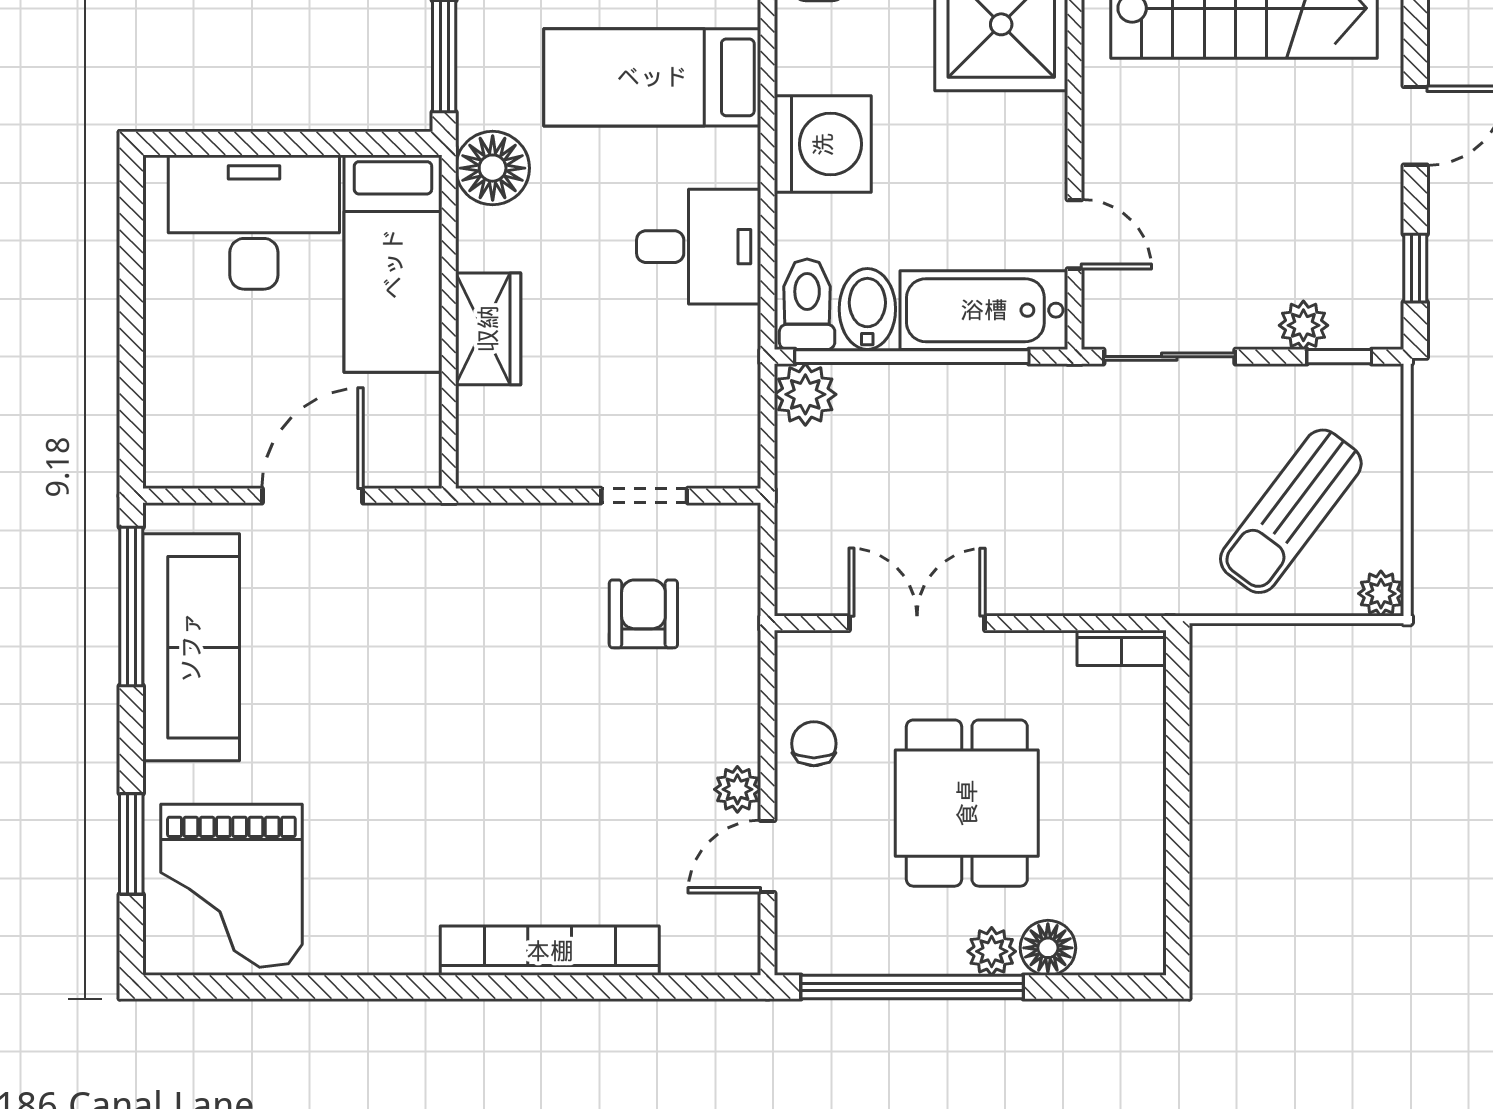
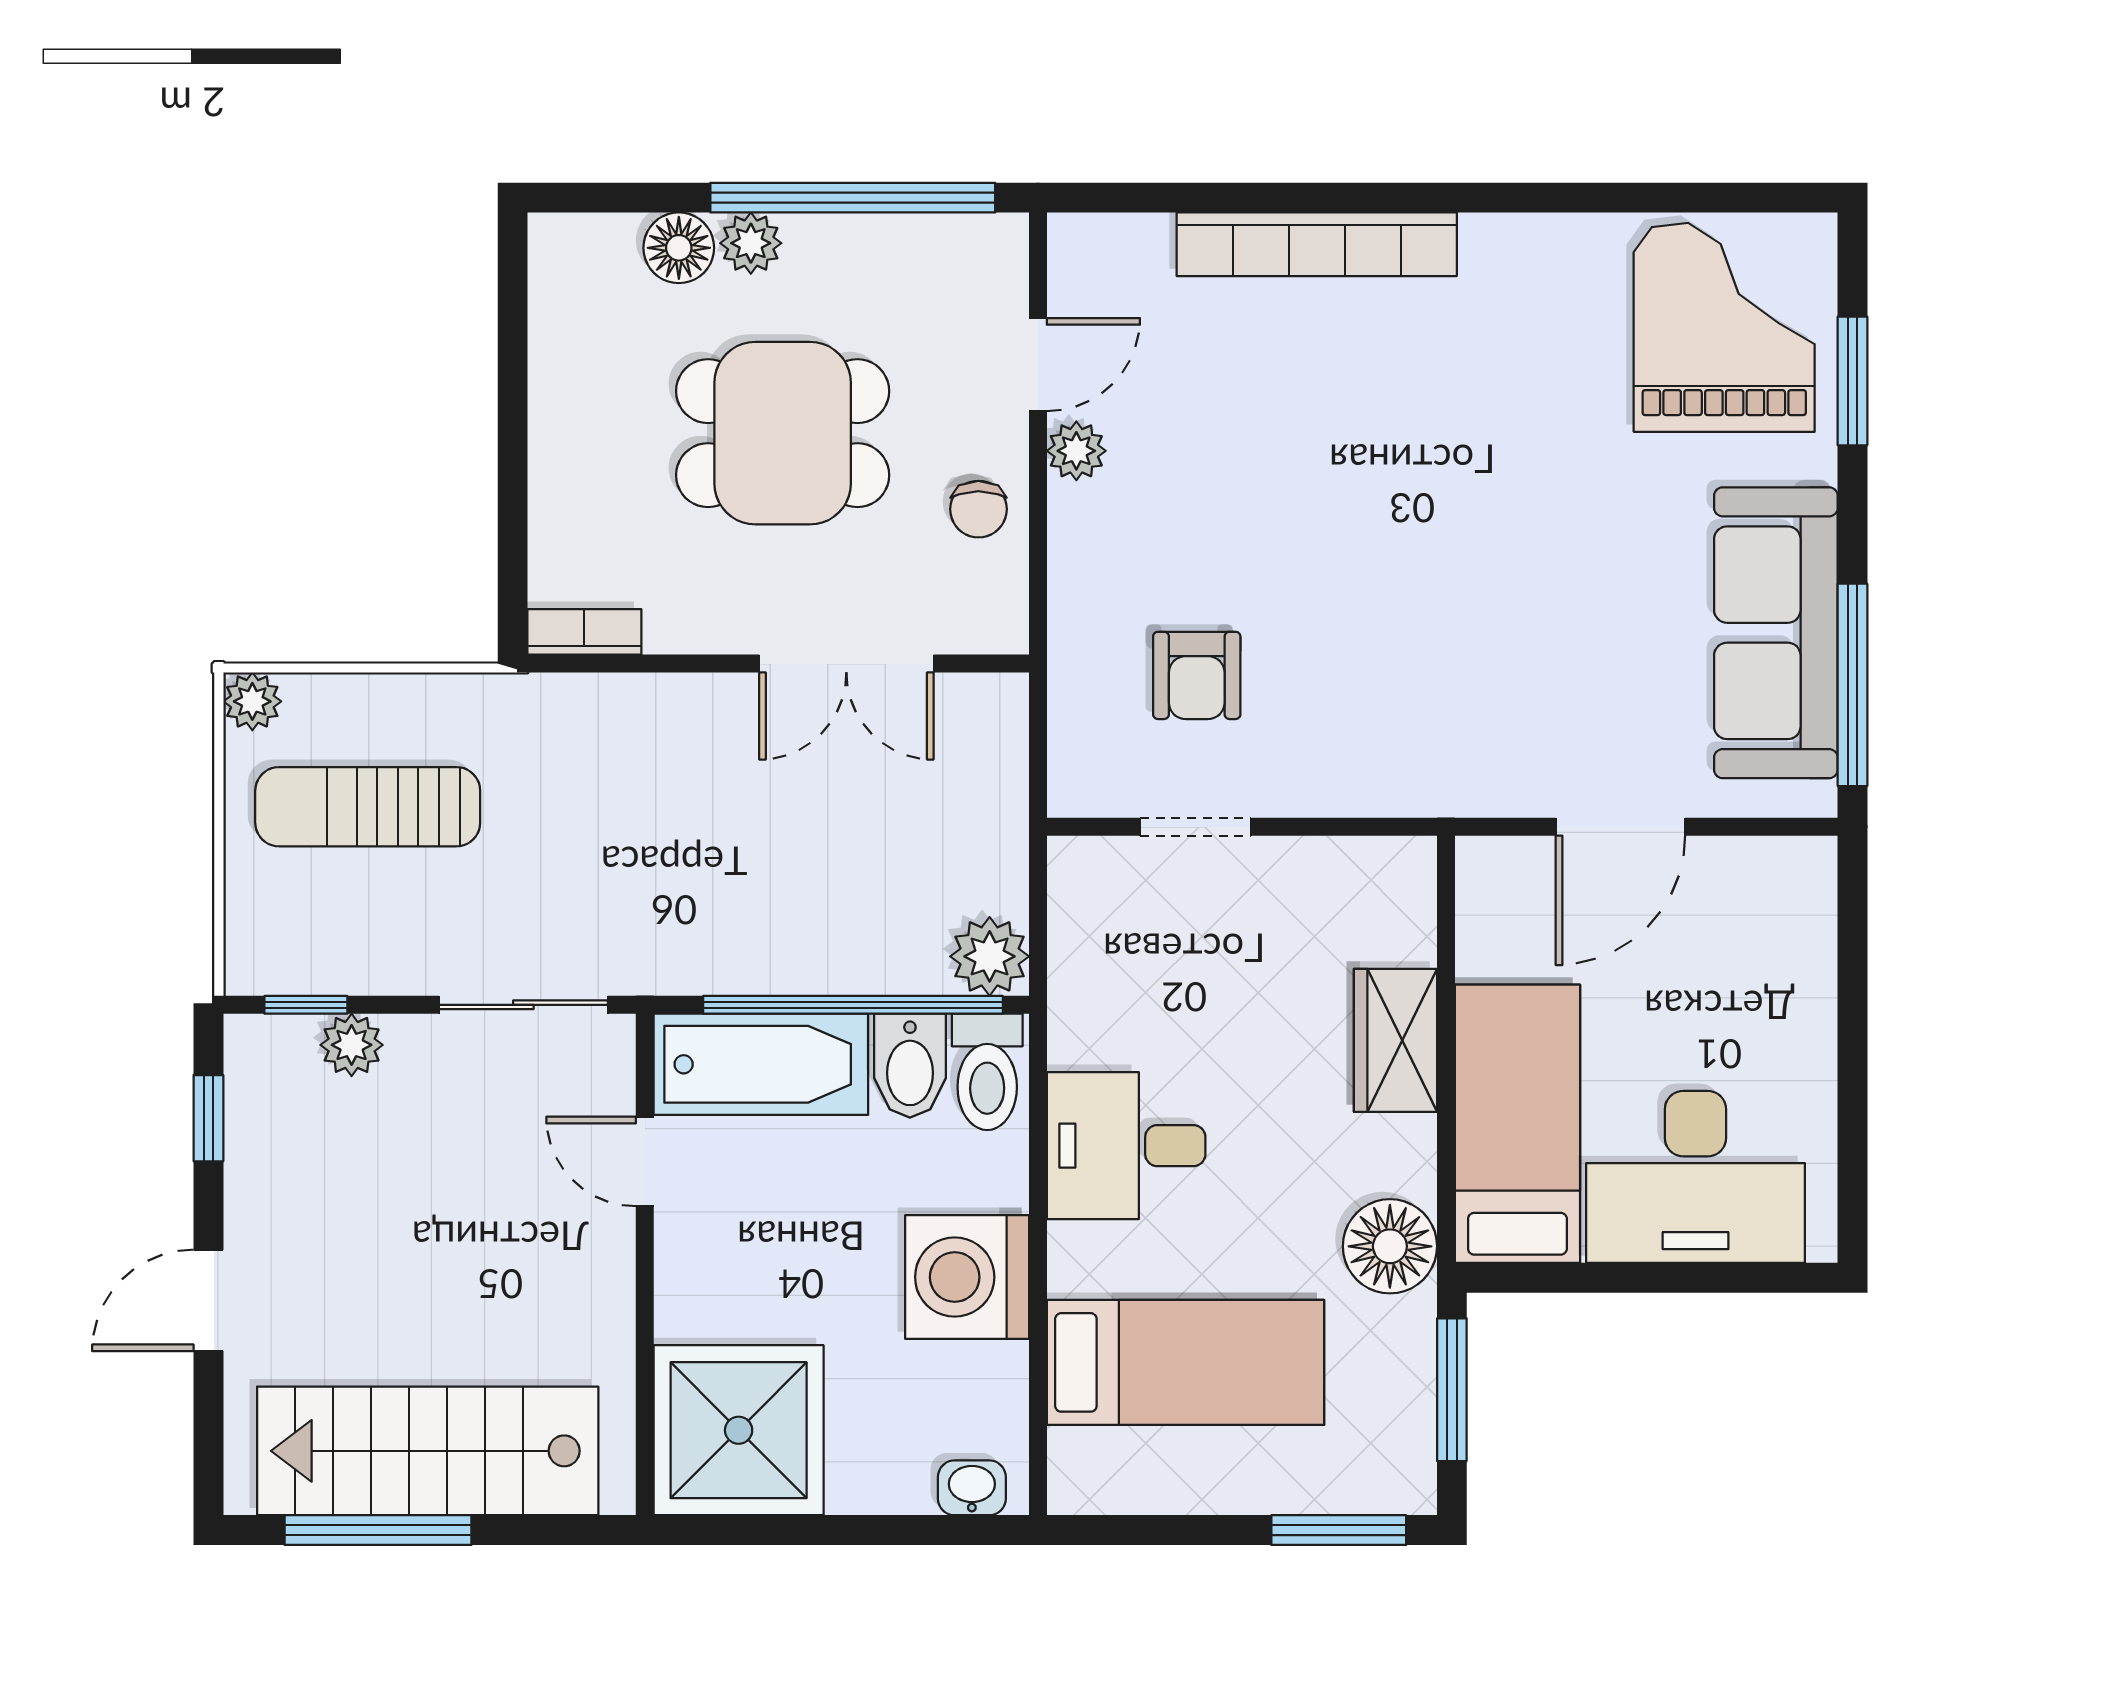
sun lounger: (1291, 511) -> (368, 807), turned -127
dining table: (967, 803) -> (783, 433), turned 90

